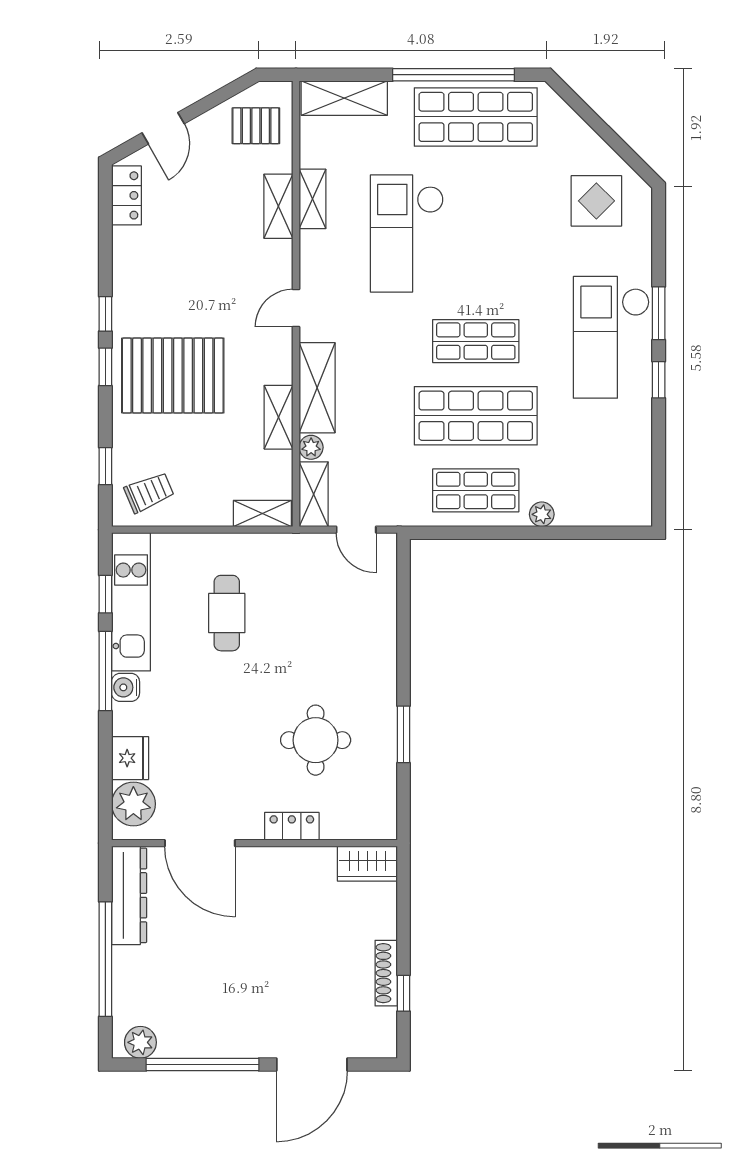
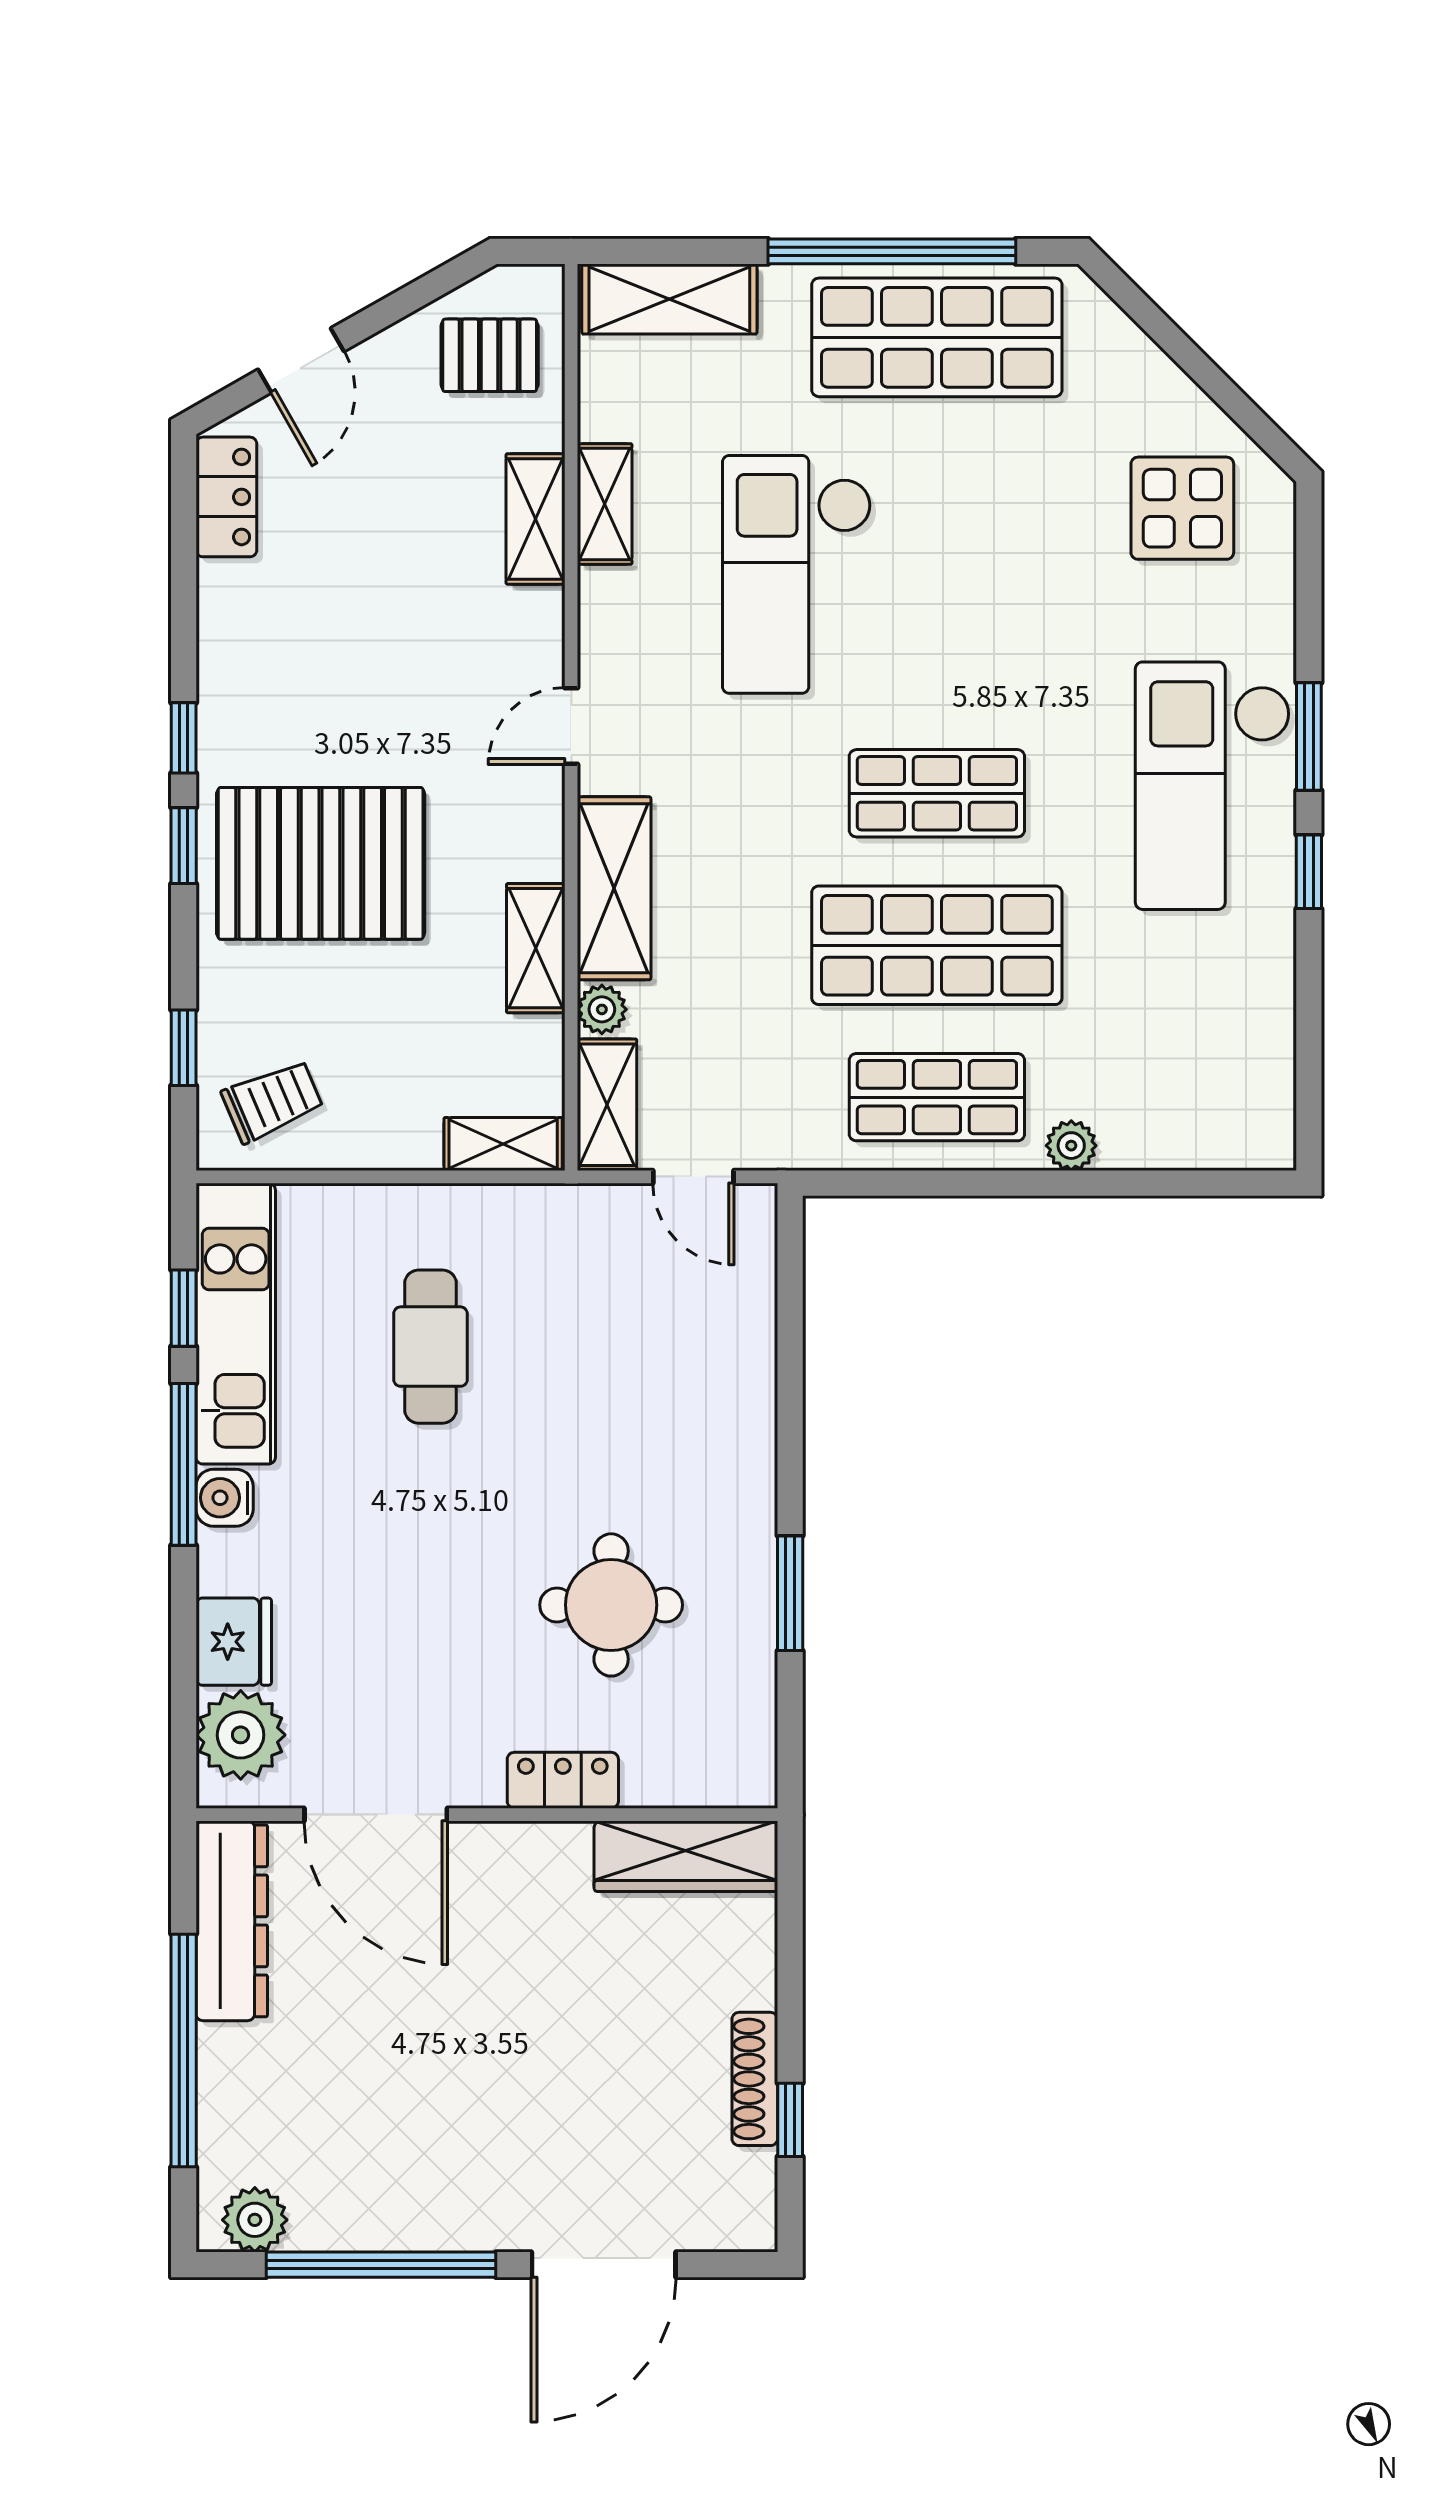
wardrobe: (367, 864) -> (686, 1856), width x1.50

